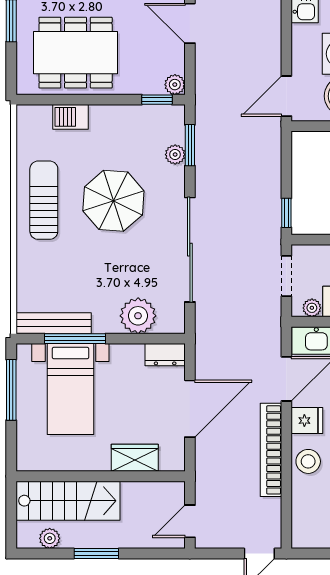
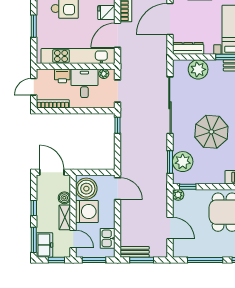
door: (286, 96) -> (118, 189), hinge flipped
plant: (175, 155) -> (183, 162), width x1.87, depth x1.87
dresser: (165, 355) -> (188, 48), width x1.44

